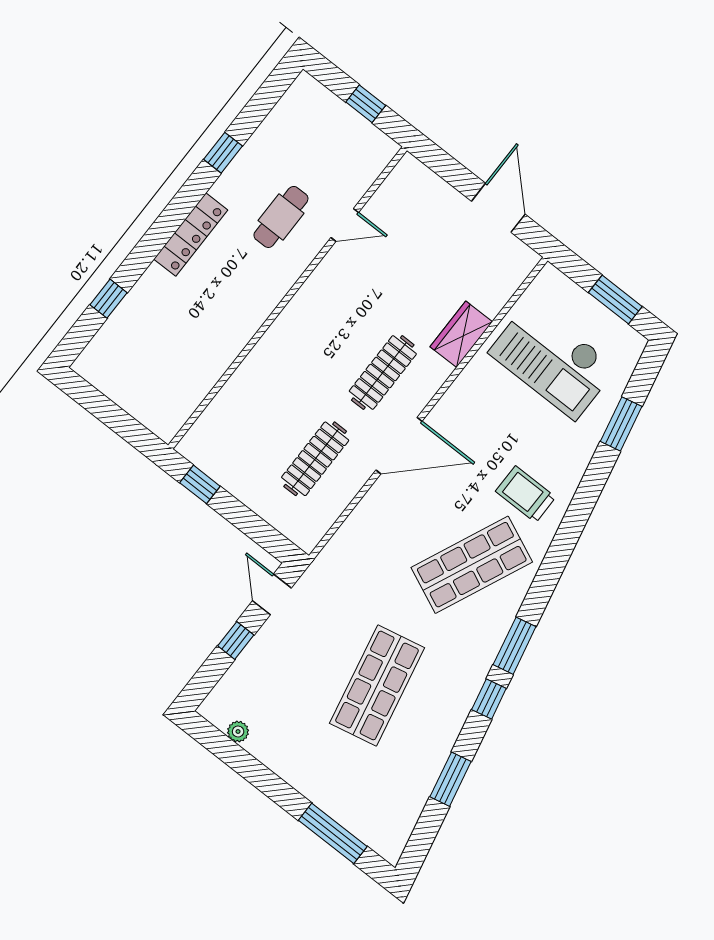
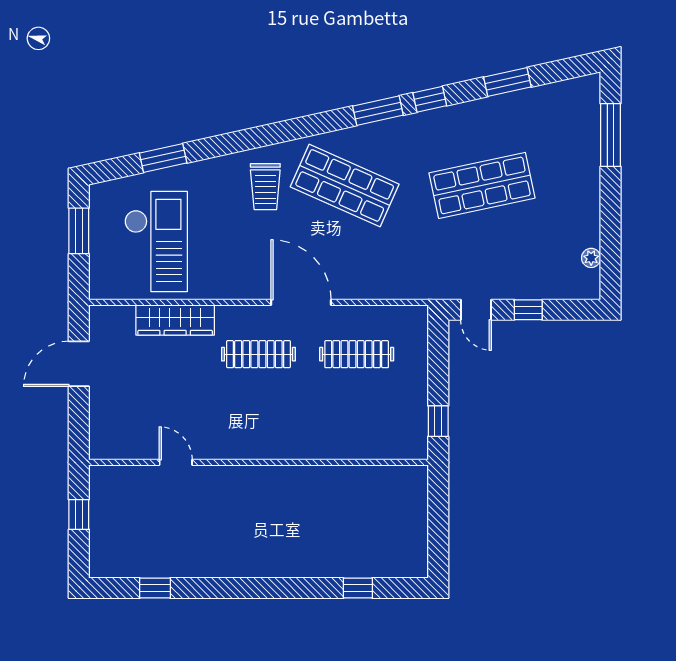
window: (223, 153) -> (155, 588), moved
cafe table: (281, 217) -> (205, 512), removed
locker: (191, 235) -> (267, 566), removed
wardrobe: (461, 334) -> (175, 320), width x1.50
door: (272, 594) -> (476, 310), hinge flipped

